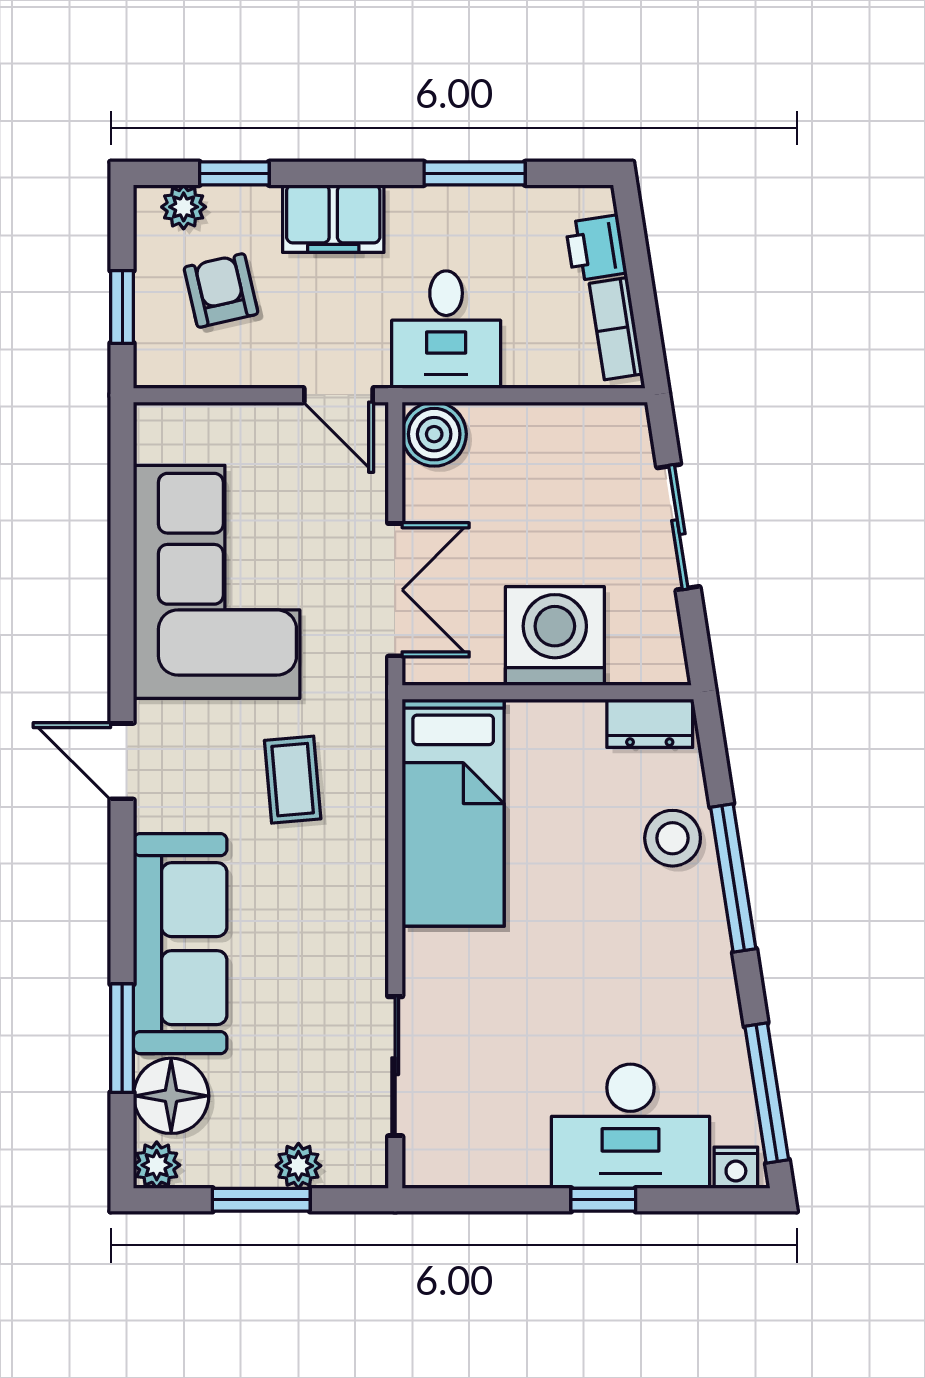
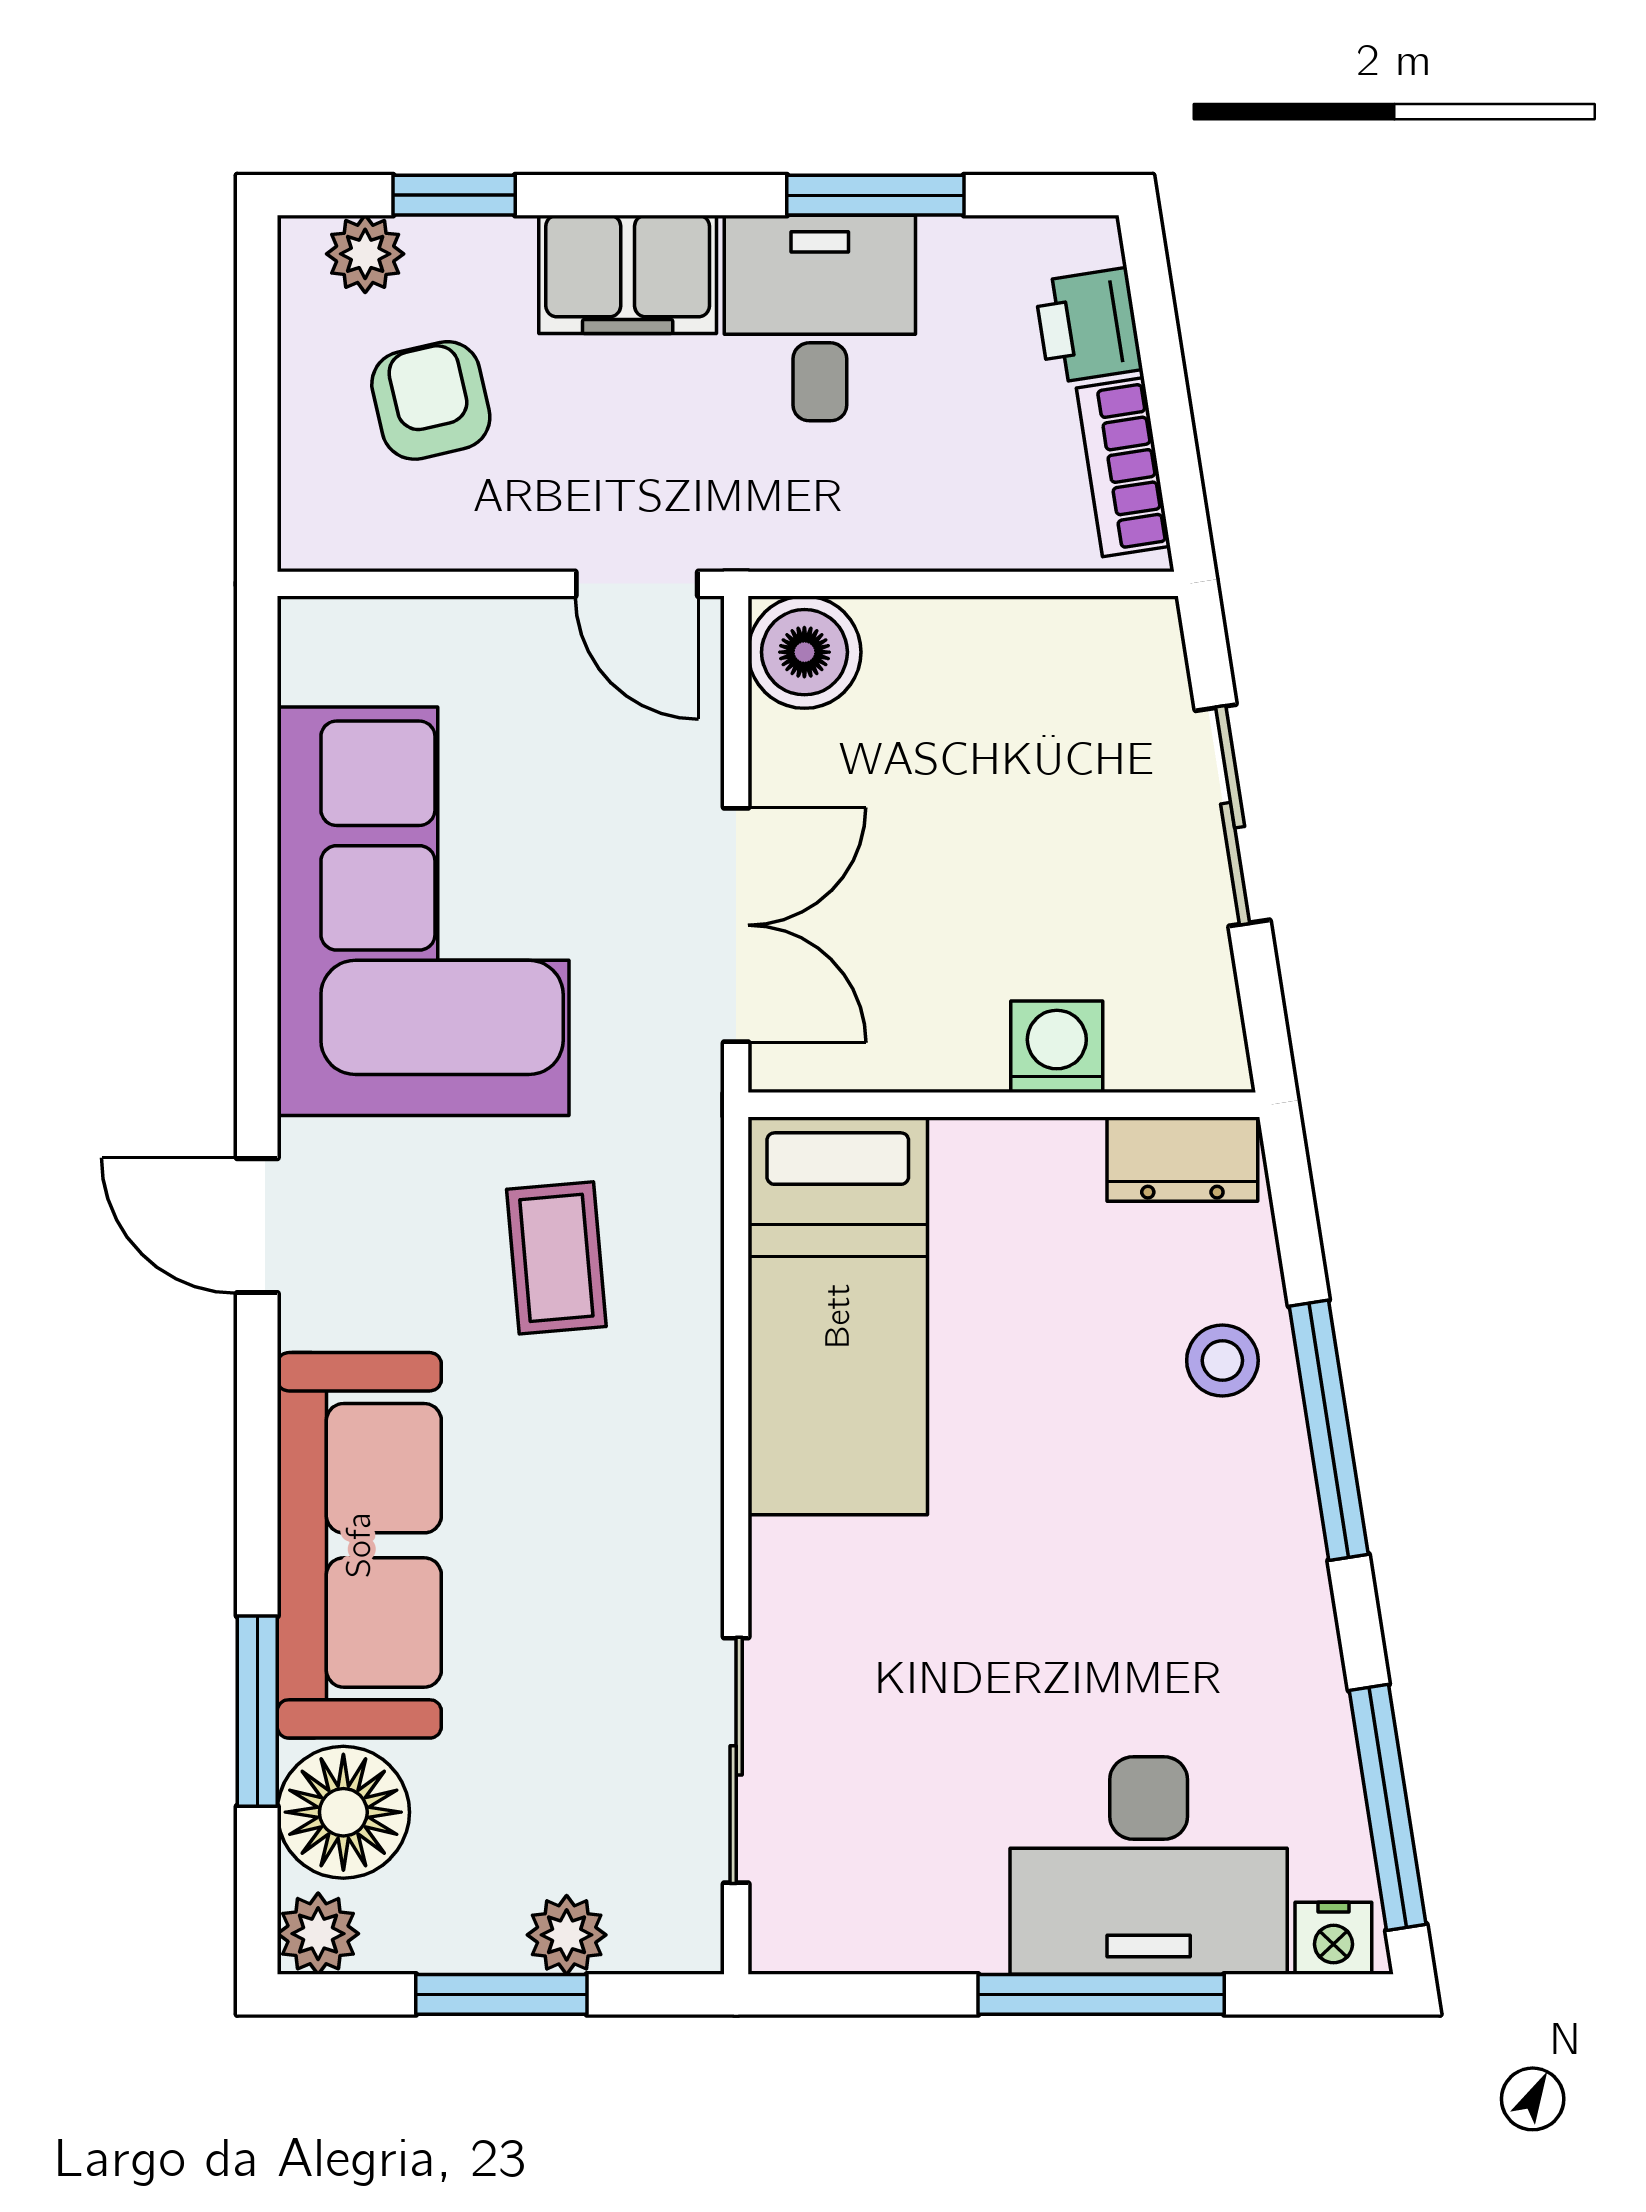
window: (122, 307) -> (257, 429), removed
desk: (446, 330) -> (820, 318), moved, turned 180
washing machine: (555, 636) -> (1057, 1047), width x0.53, depth x0.53
stool: (673, 838) -> (1222, 1360), width x0.73, depth x0.73
window: (603, 1200) -> (1101, 1994), width x2.17

